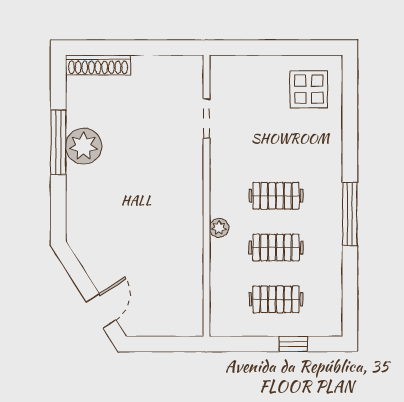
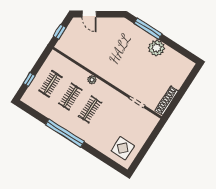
shoe rack: (98, 65) -> (167, 100), moved
window: (58, 142) -> (148, 29), moved
window: (350, 214) -> (65, 133), width x1.46
window: (169, 344) -> (60, 32), added

